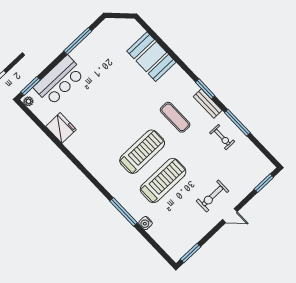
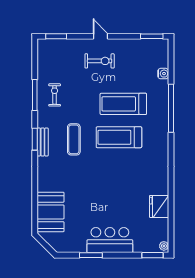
window: (78, 41) -> (91, 255), width x0.69
booth: (151, 57) -> (51, 212), moved
bar counter: (59, 81) -> (110, 240), moved
bench: (208, 104) -> (43, 142), moved
window: (123, 212) -> (171, 108), width x1.46
water cooler: (145, 223) -> (163, 74), moved

